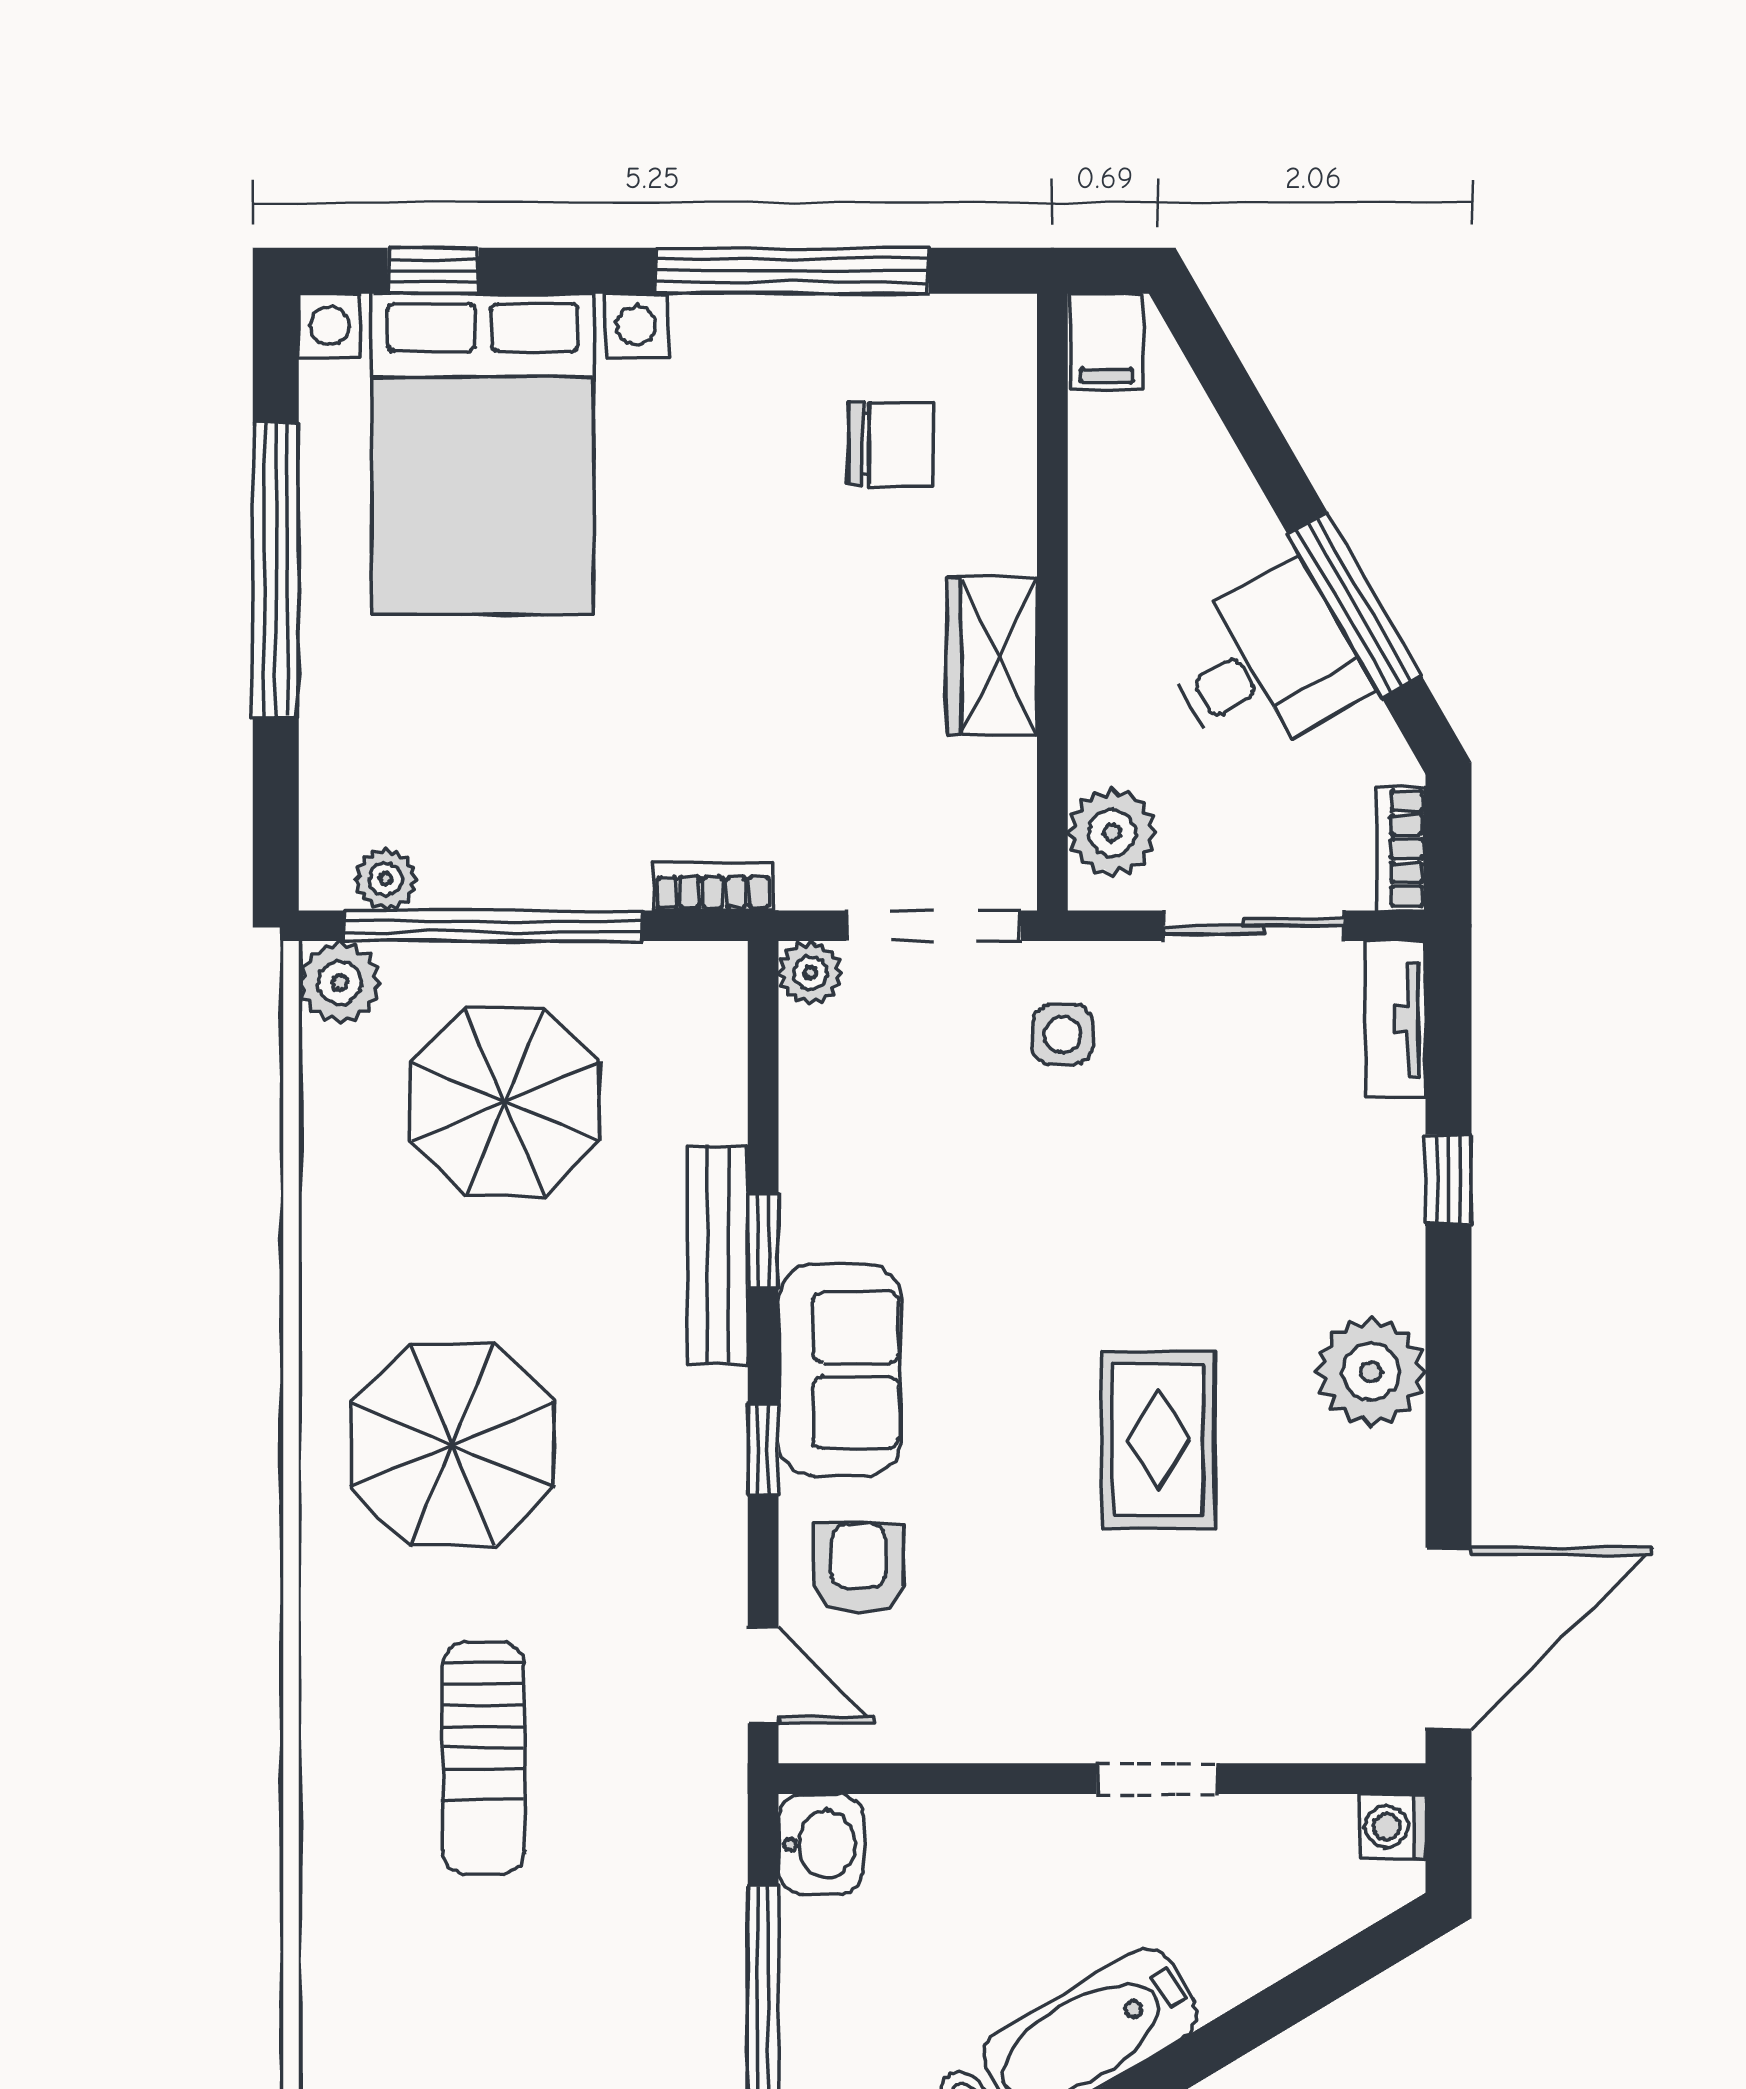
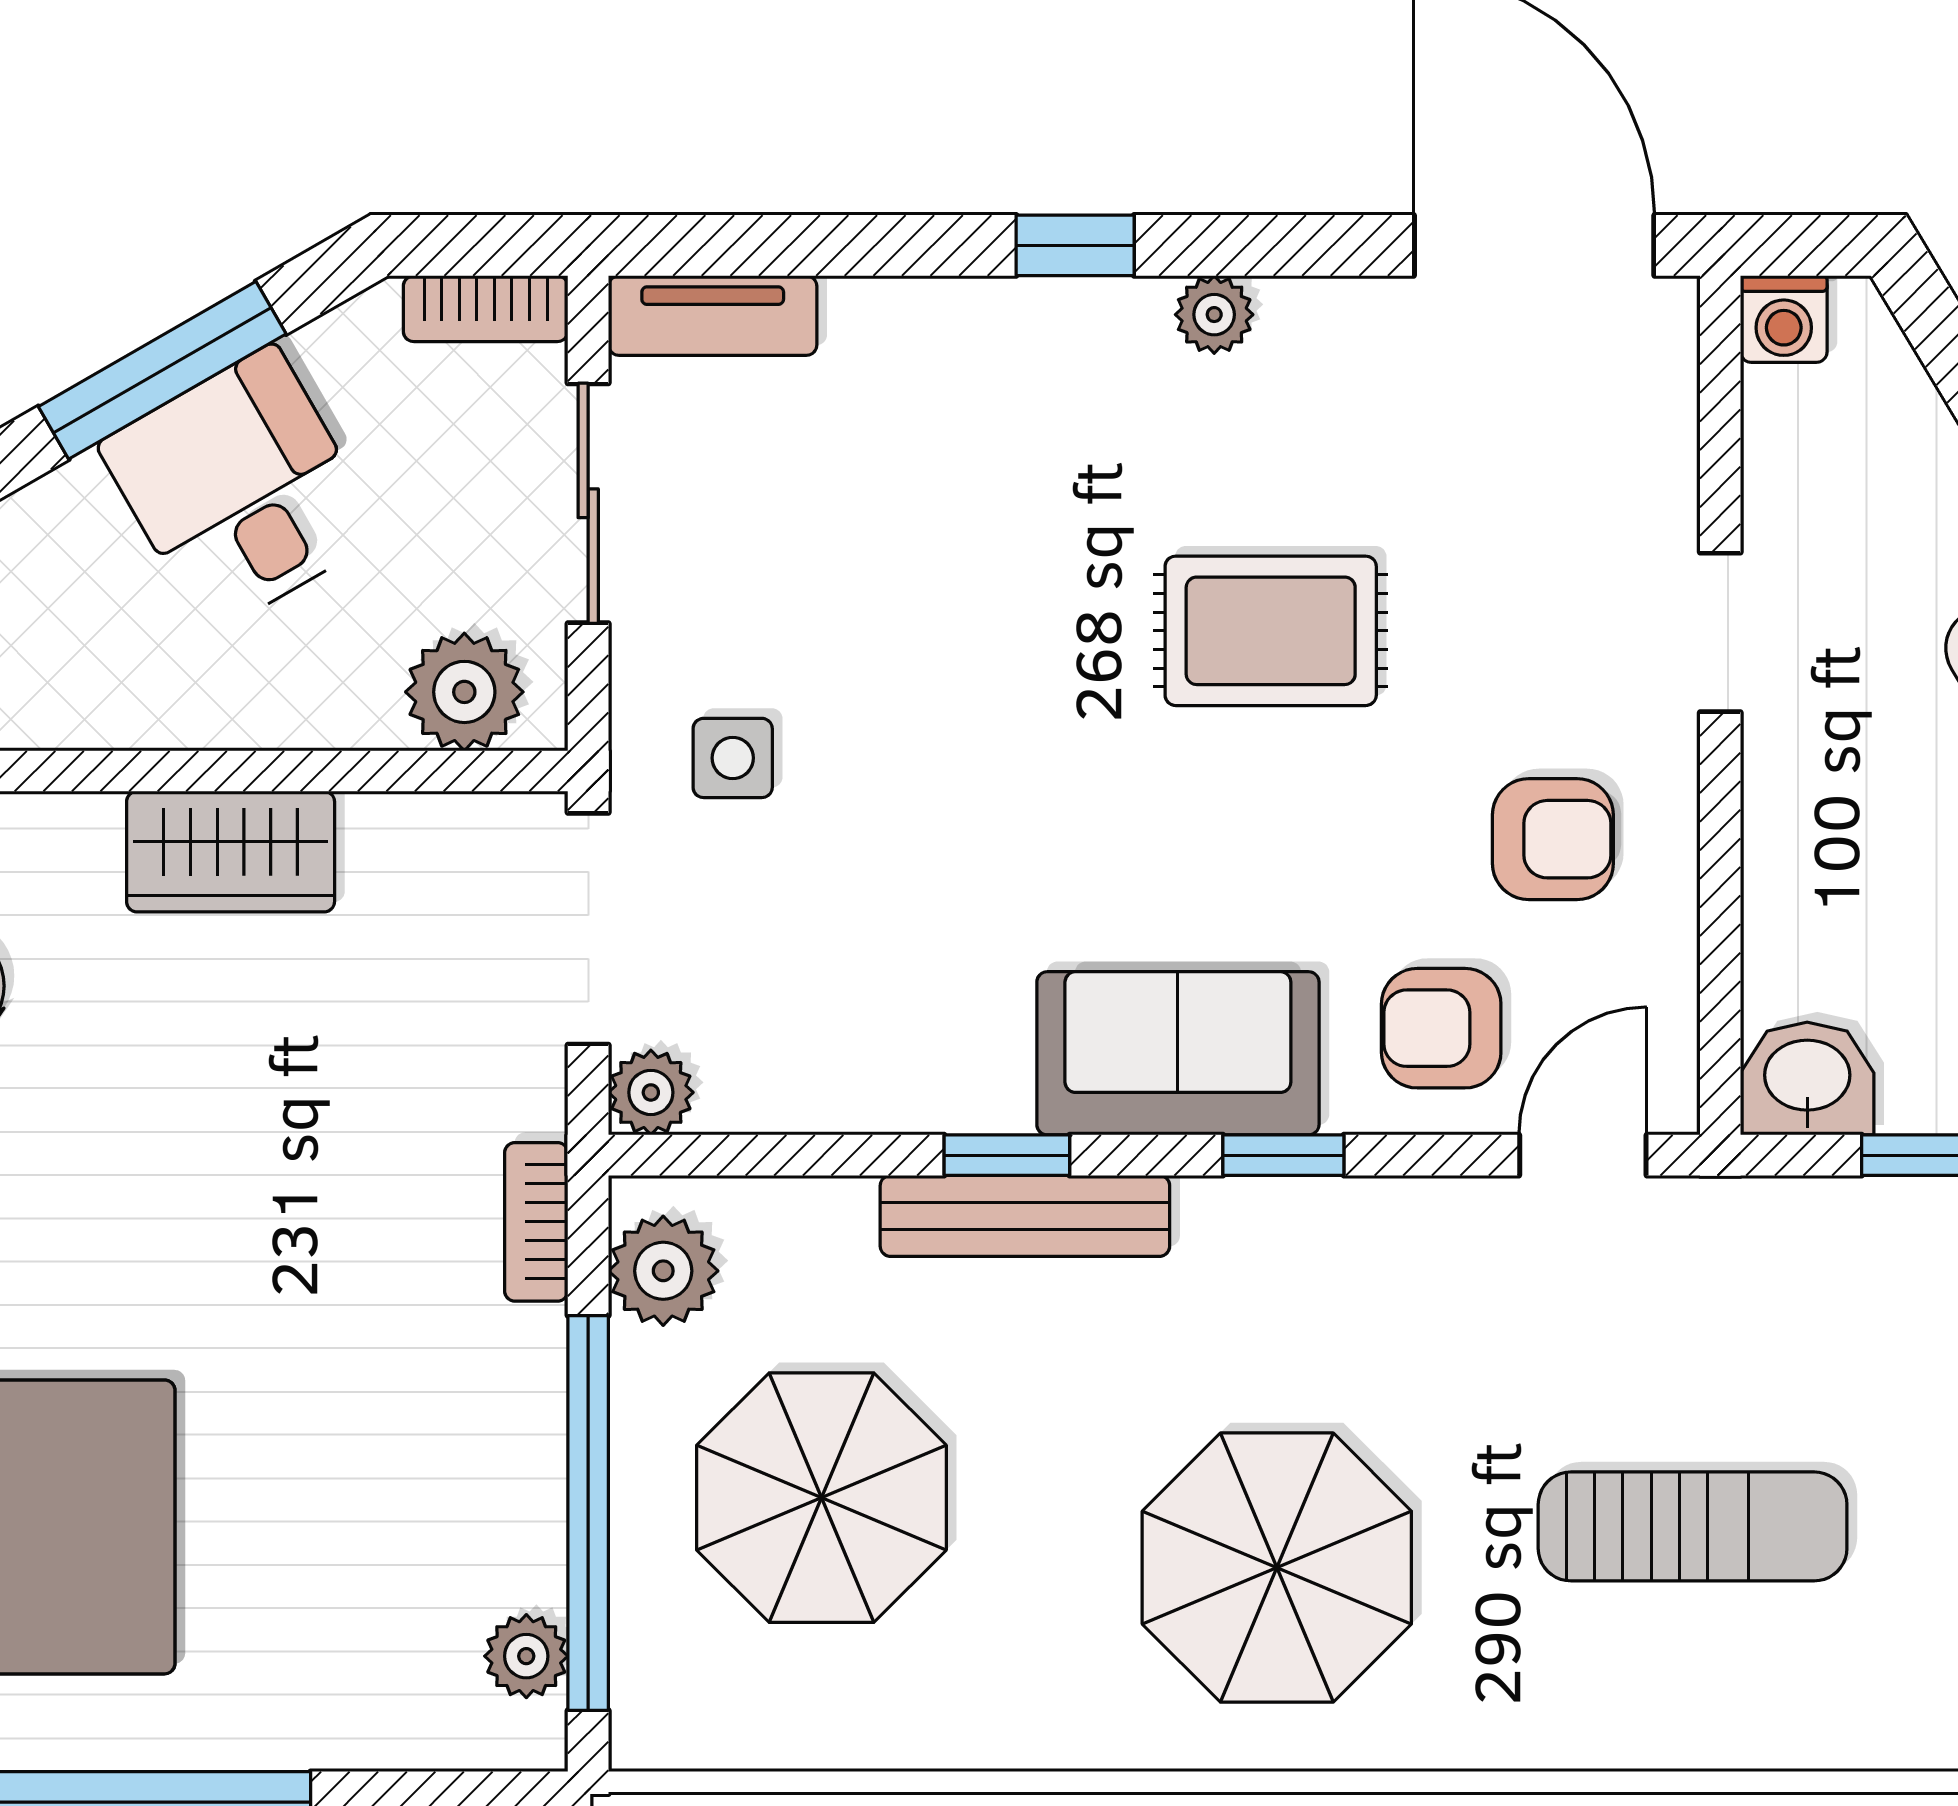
plant: (340, 982) -> (663, 1271), moved
window: (1448, 1179) -> (1075, 245), moved
plant: (1371, 1372) -> (1214, 315), width x0.53, depth x0.53
armchair: (1001, 1653) -> (1553, 839), added

